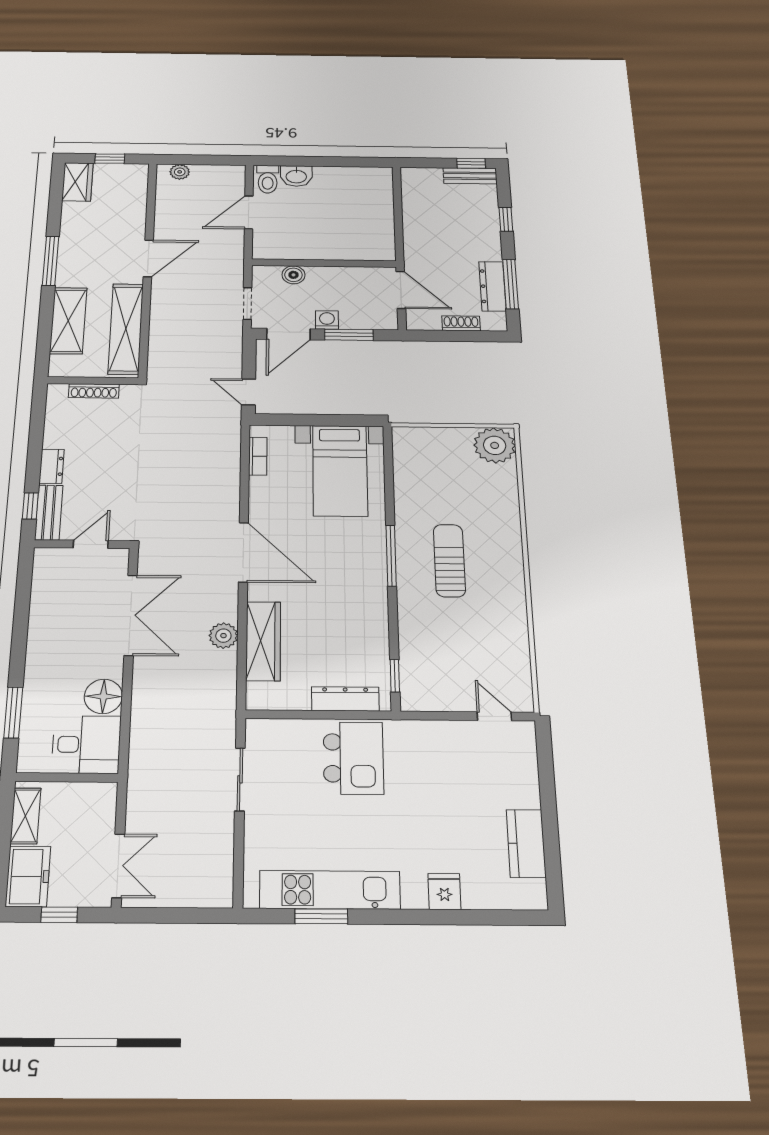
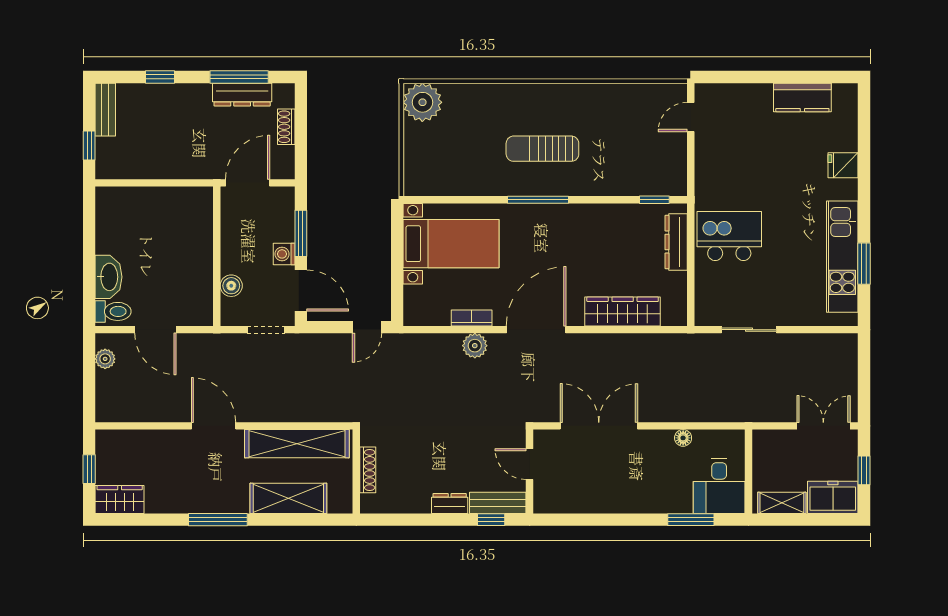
window: (471, 163) -> (89, 145), moved
plant: (180, 172) -> (105, 359), moved
washbasin: (296, 176) -> (109, 277), width x1.38
bookcase: (258, 456) -> (472, 318), moved
plant: (223, 636) -> (475, 346), moved
floor lamp: (103, 696) -> (683, 438), width x0.53, depth x0.53
desk: (86, 744) -> (719, 486), moved, turned 180

